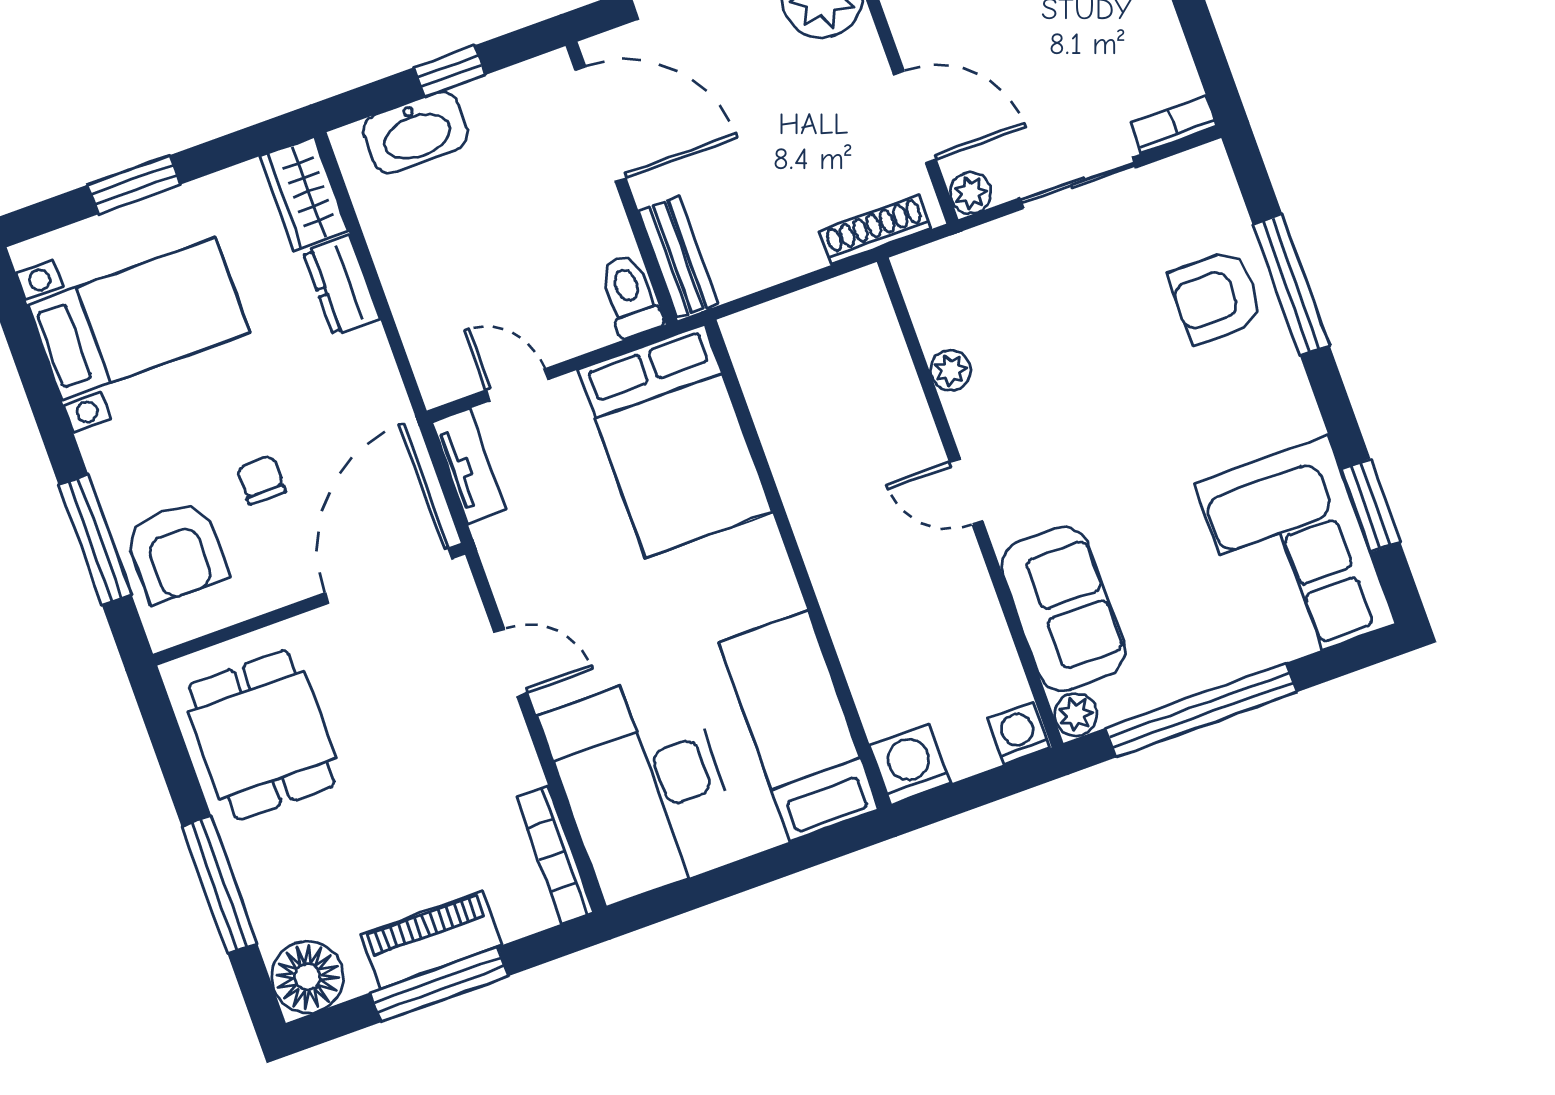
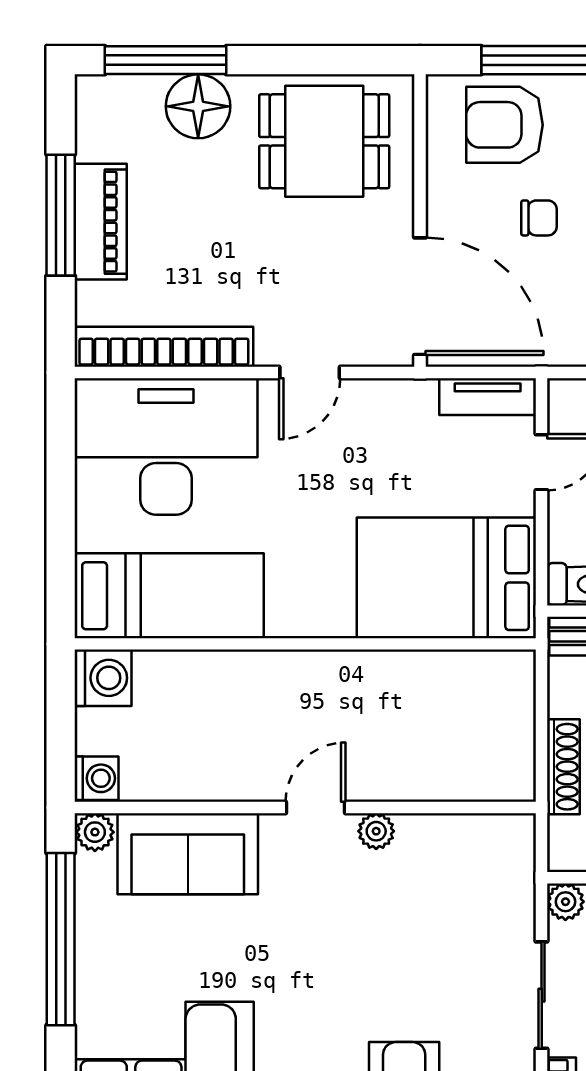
shoe rack: (875, 230) -> (563, 767), moved
plant: (951, 370) -> (376, 831), moved
bookcase: (555, 854) -> (164, 347), width x1.48, depth x1.31
window: (219, 885) -> (165, 60), moved
floor lamp: (307, 977) -> (198, 106), moved

